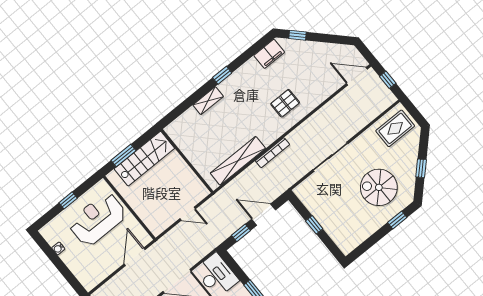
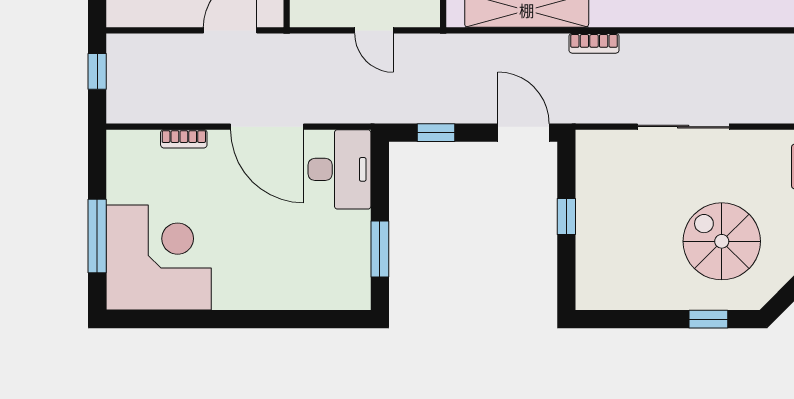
bookcase: (273, 153) -> (594, 43), width x0.64
door: (264, 215) -> (524, 133), moved

